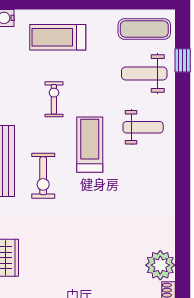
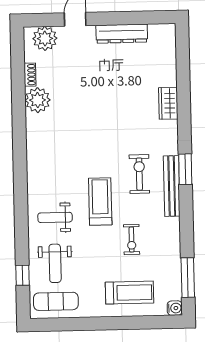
weight bench: (144, 74) -> (55, 263), turned 90
treadmill: (90, 145) -> (100, 202), turned 180

